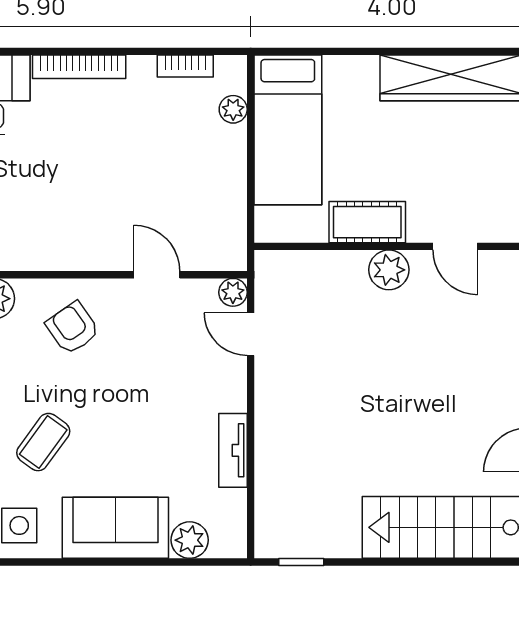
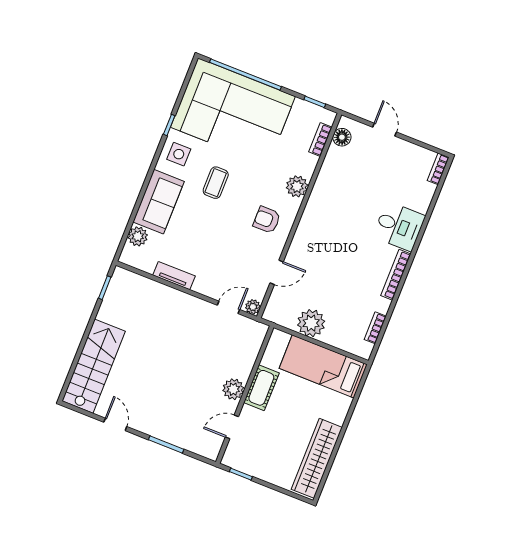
plant: (233, 109) -> (311, 323), moved, width x1.87, depth x1.87
armchair: (73, 328) -> (267, 220), turned -145
coffee table: (43, 442) -> (216, 183), turned 54

